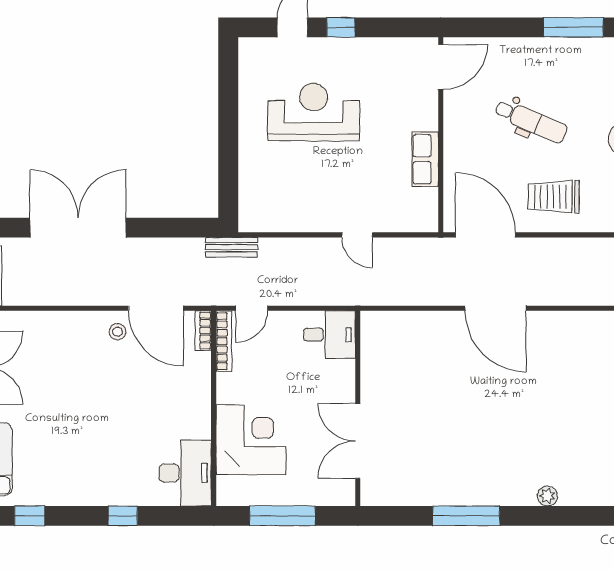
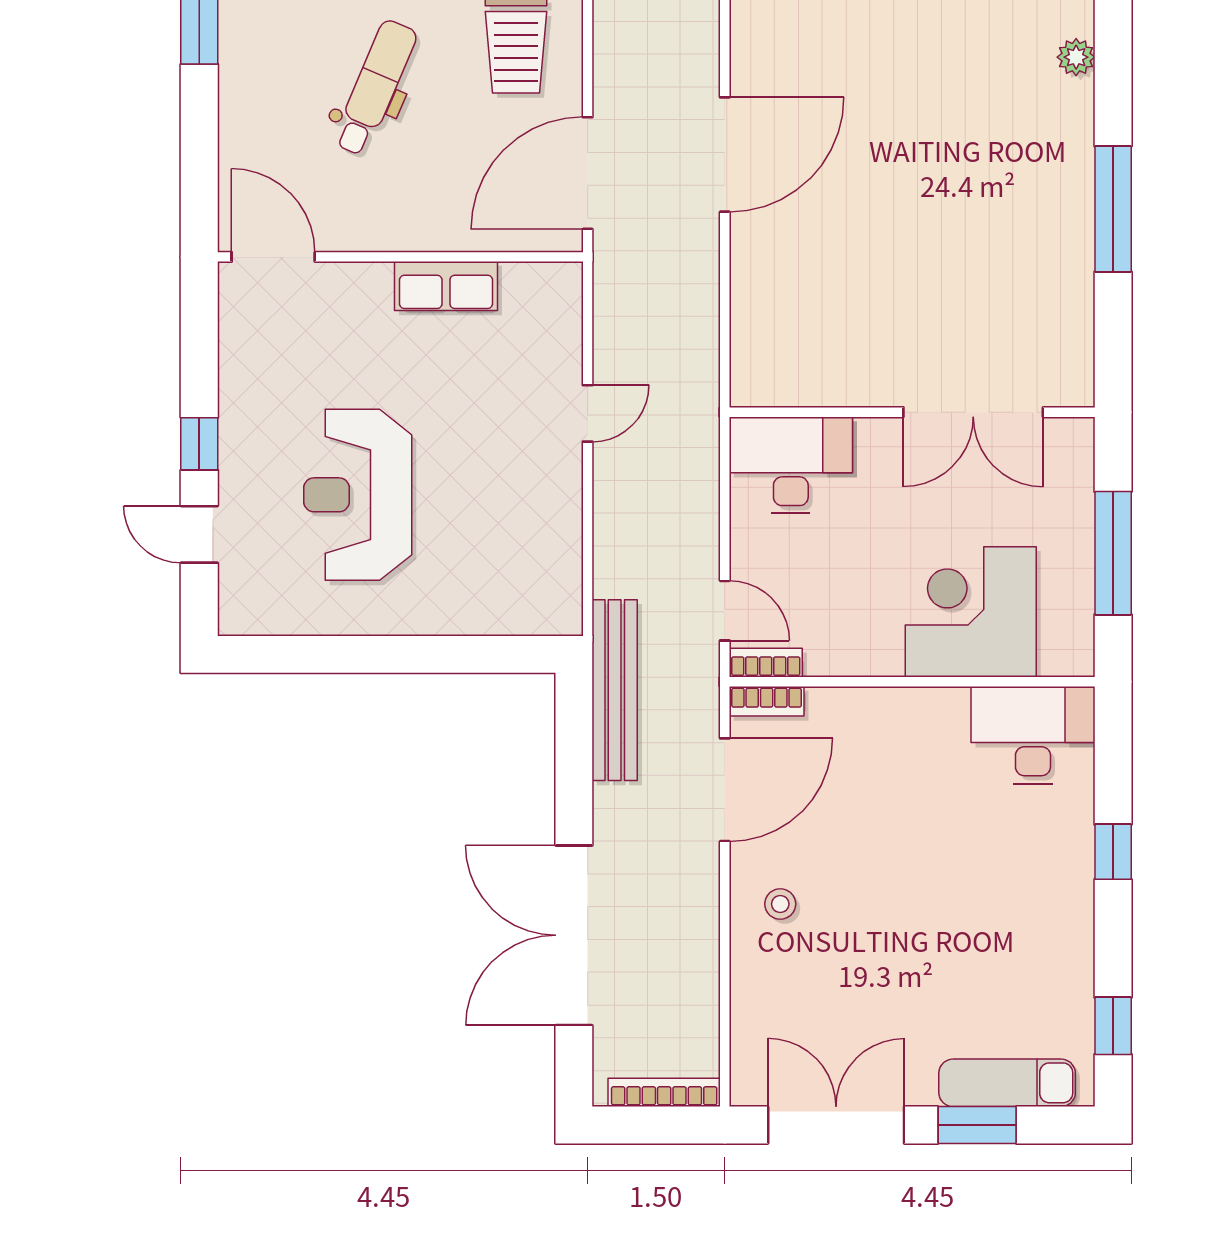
bench: (232, 247) -> (615, 690), width x1.86, depth x1.21
stool: (117, 332) -> (780, 904), moved
desk: (329, 335) -> (791, 465), width x1.37
bookcase: (224, 341) -> (766, 663), width x0.64

